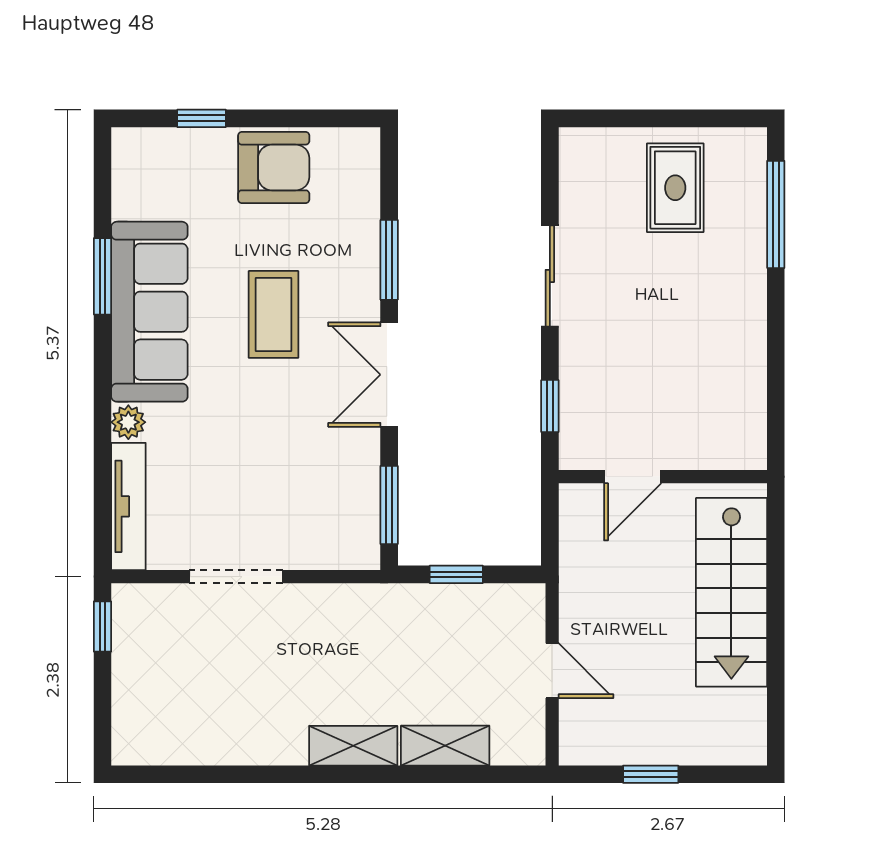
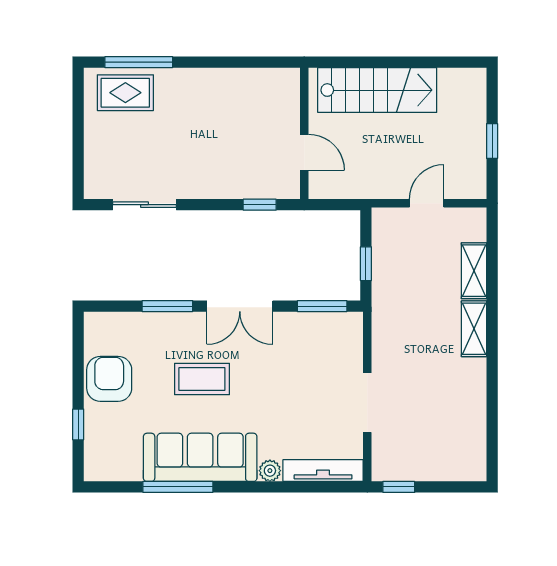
rug: (675, 188) -> (125, 93), moved
window: (102, 276) -> (178, 487), width x1.44
sliding door: (550, 276) -> (145, 205), moved

